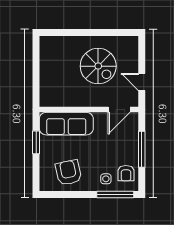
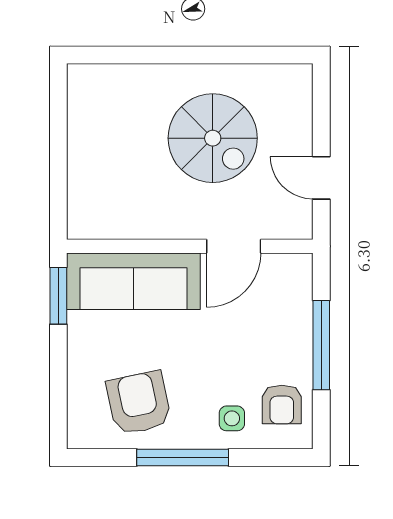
door: (119, 110) -> (234, 246), moved
window: (36, 142) -> (58, 296), moved
window: (115, 195) -> (183, 458), moved

